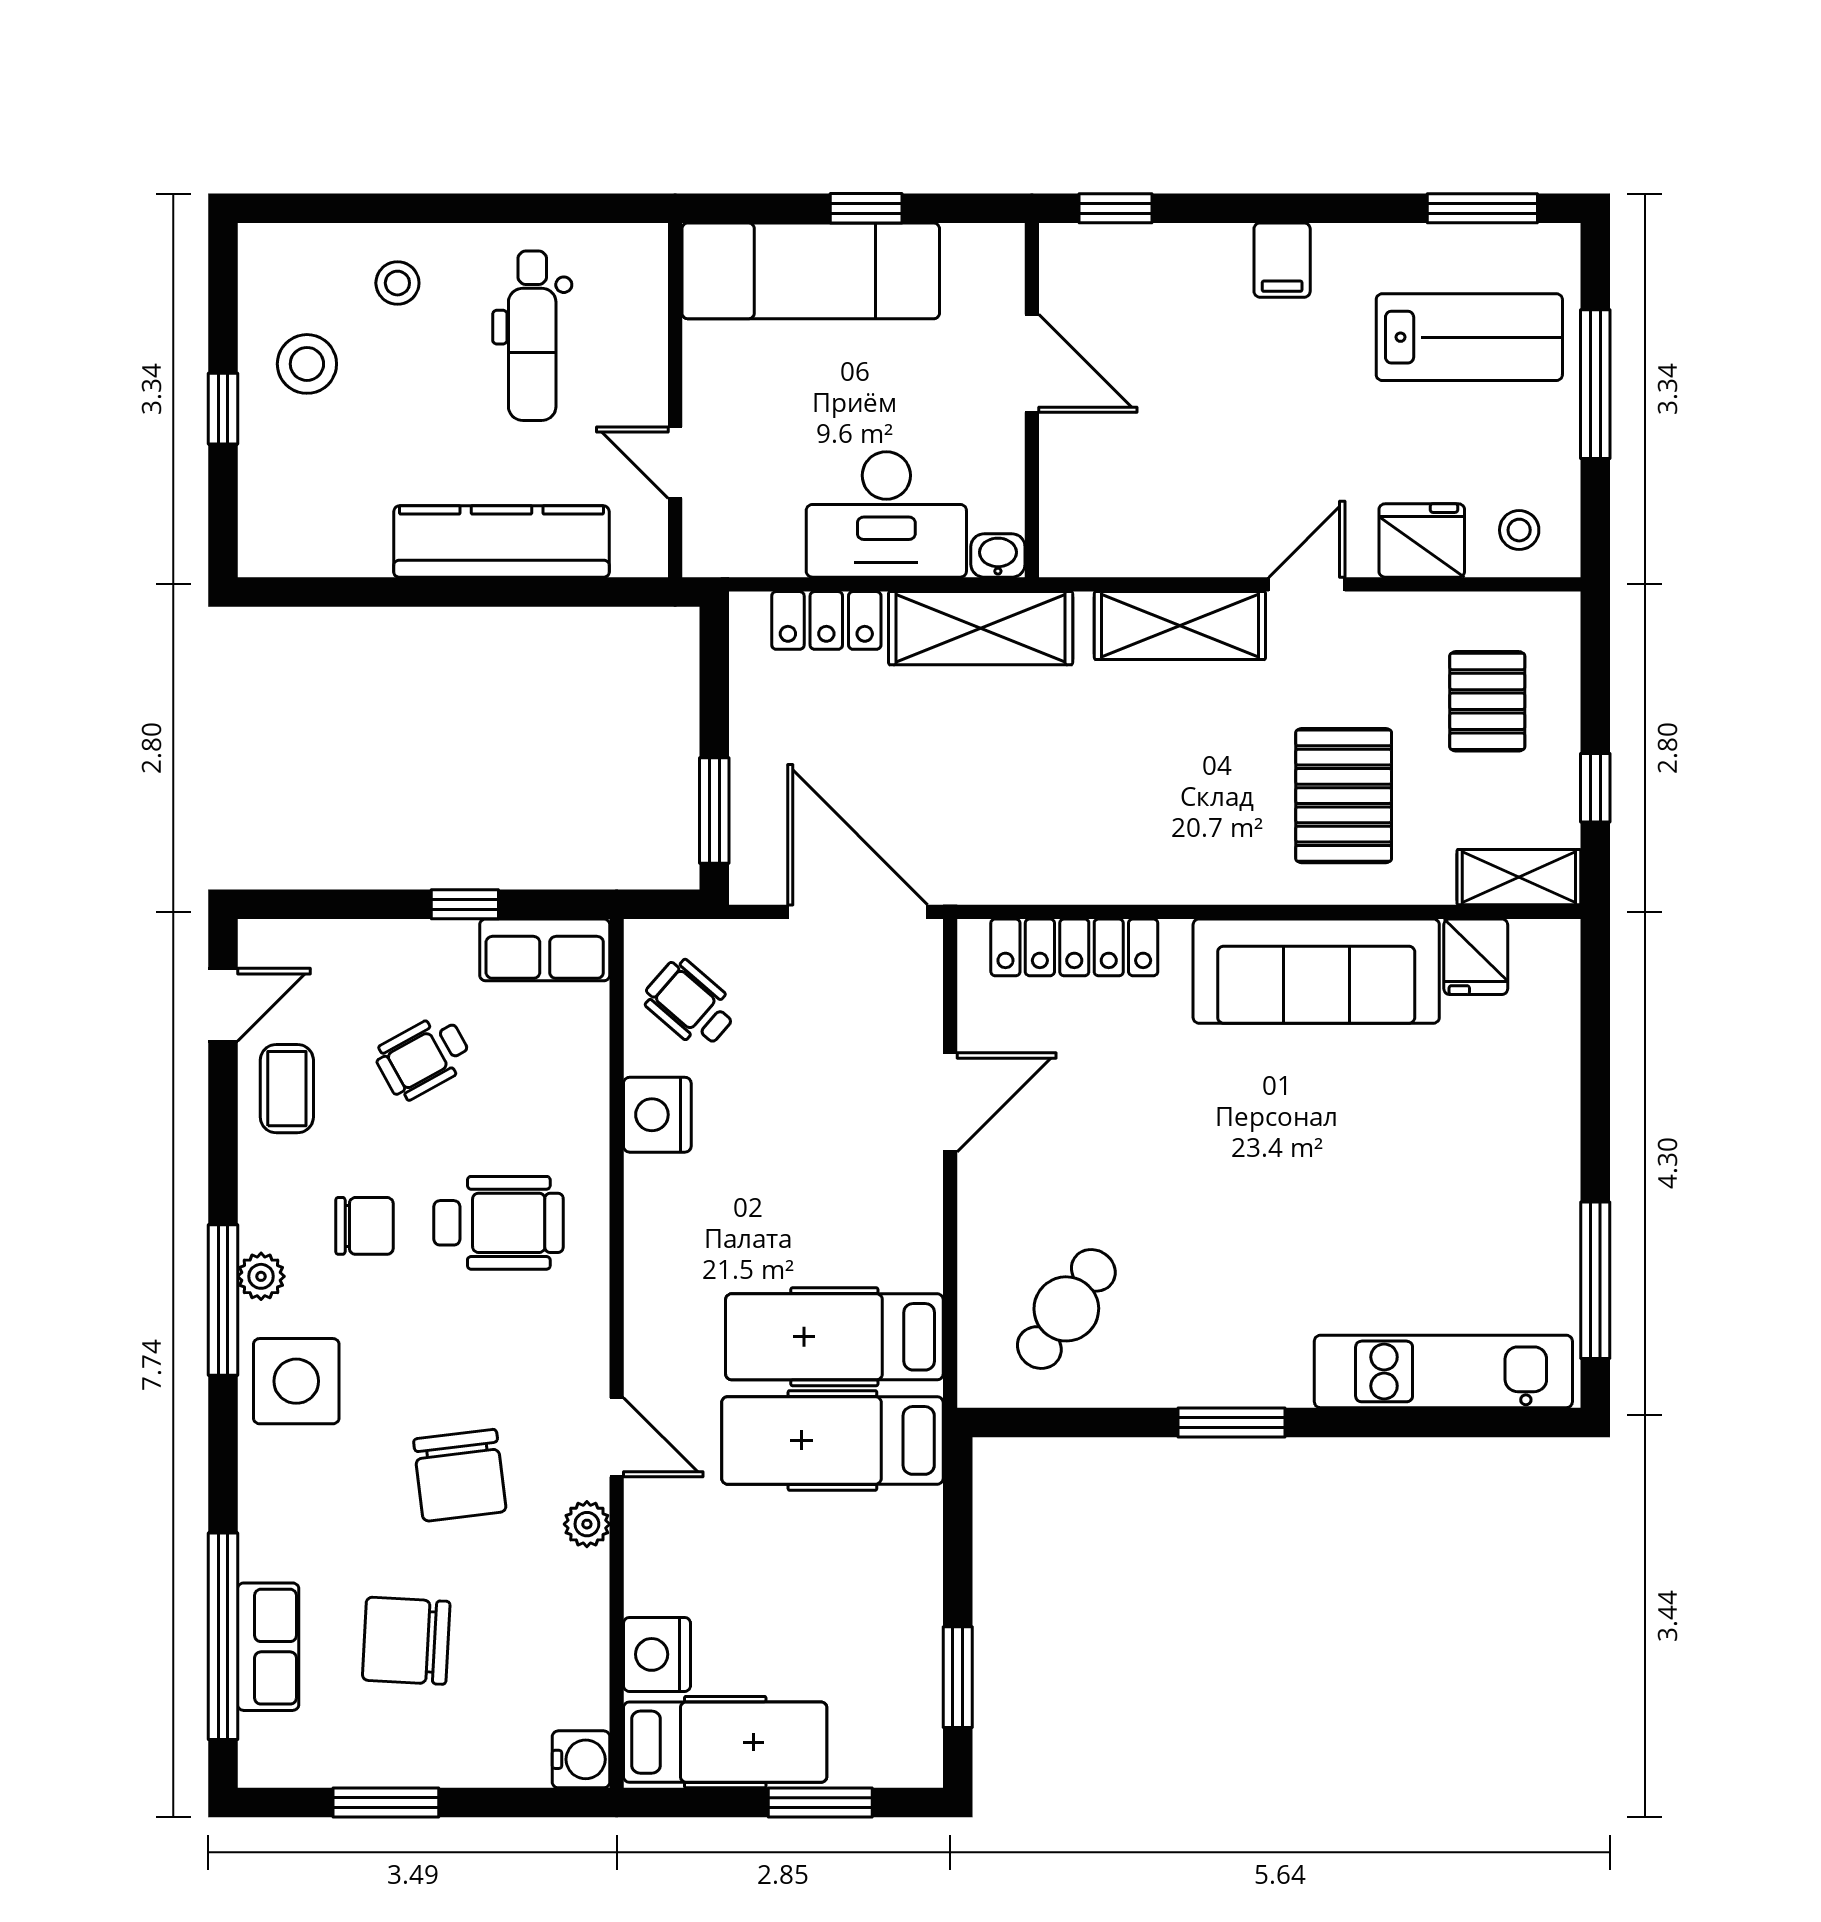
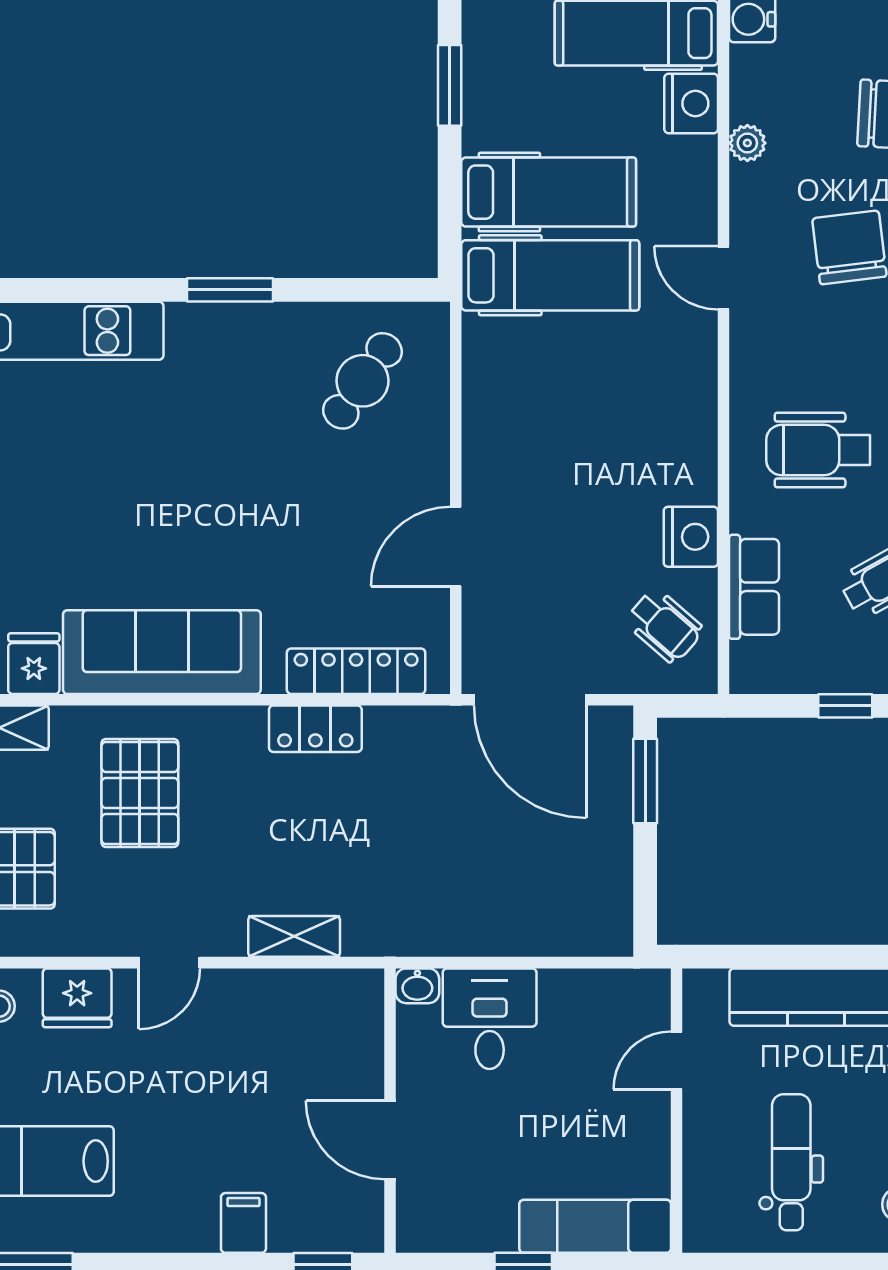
filing cabinet: (1282, 260) -> (243, 1223), moved
exam couch: (811, 271) -> (595, 1226), width x0.73, depth x0.69
door: (675, 463) -> (677, 1060), swing flipped
desk: (886, 514) -> (490, 1019), width x0.73
locker: (826, 620) -> (315, 729), moved, turned 180
shelving: (1180, 625) -> (294, 936), width x0.67, depth x0.75
shelving: (981, 628) -> (431, 927), removed
row of seats: (545, 950) -> (754, 587), moved, turned 90
hospital bed: (834, 1337) -> (549, 192), moved
plant: (587, 1524) -> (747, 143), moved

